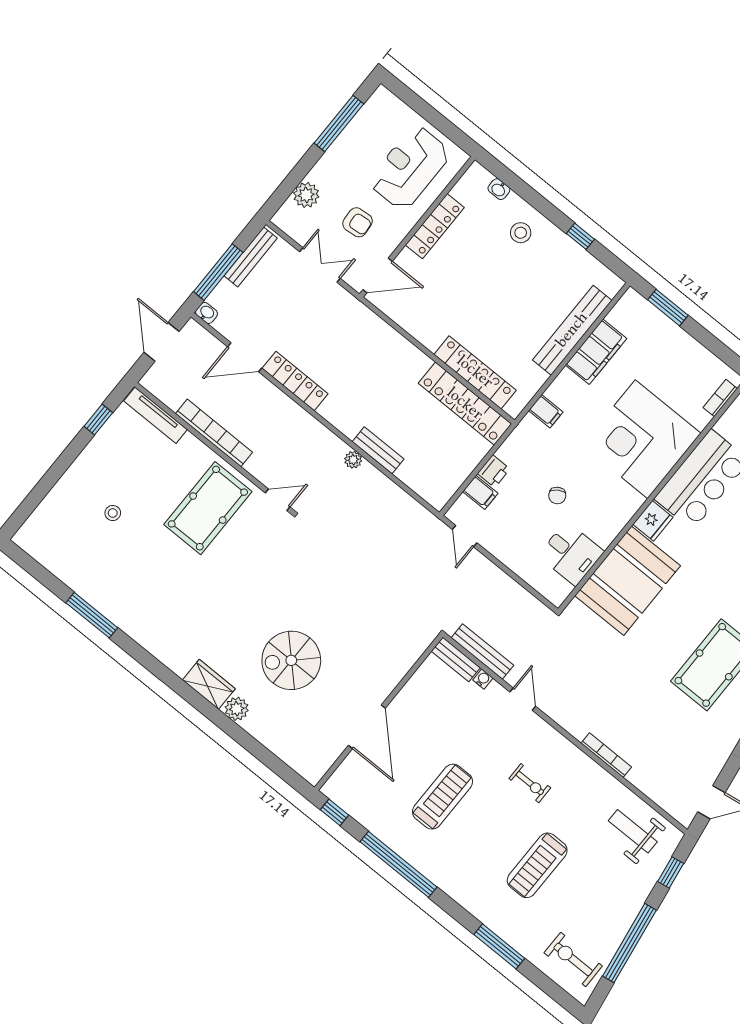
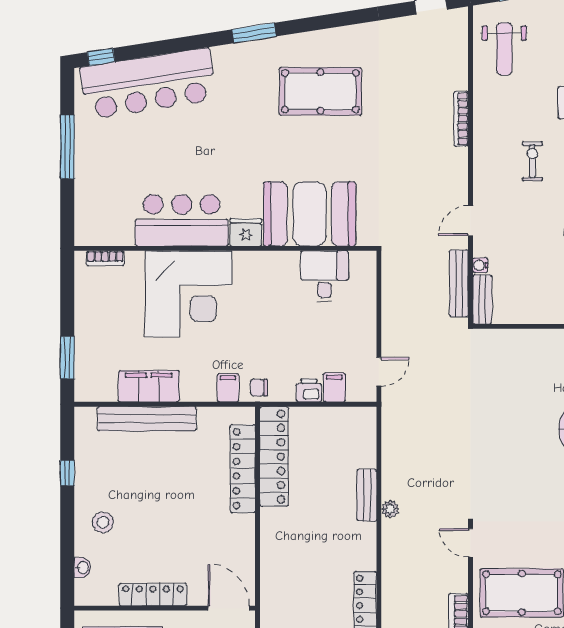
chair: (557, 496) -> (259, 388), moved, turned -147

